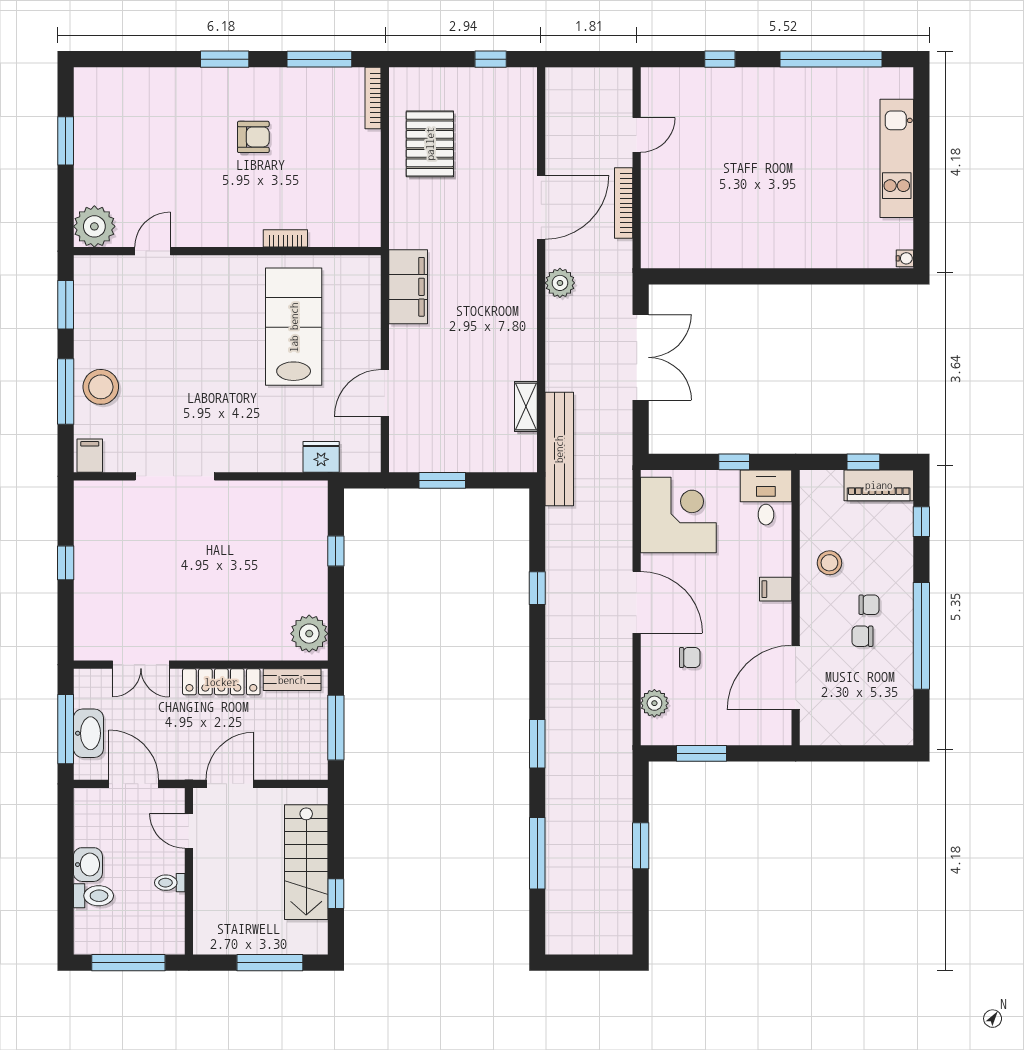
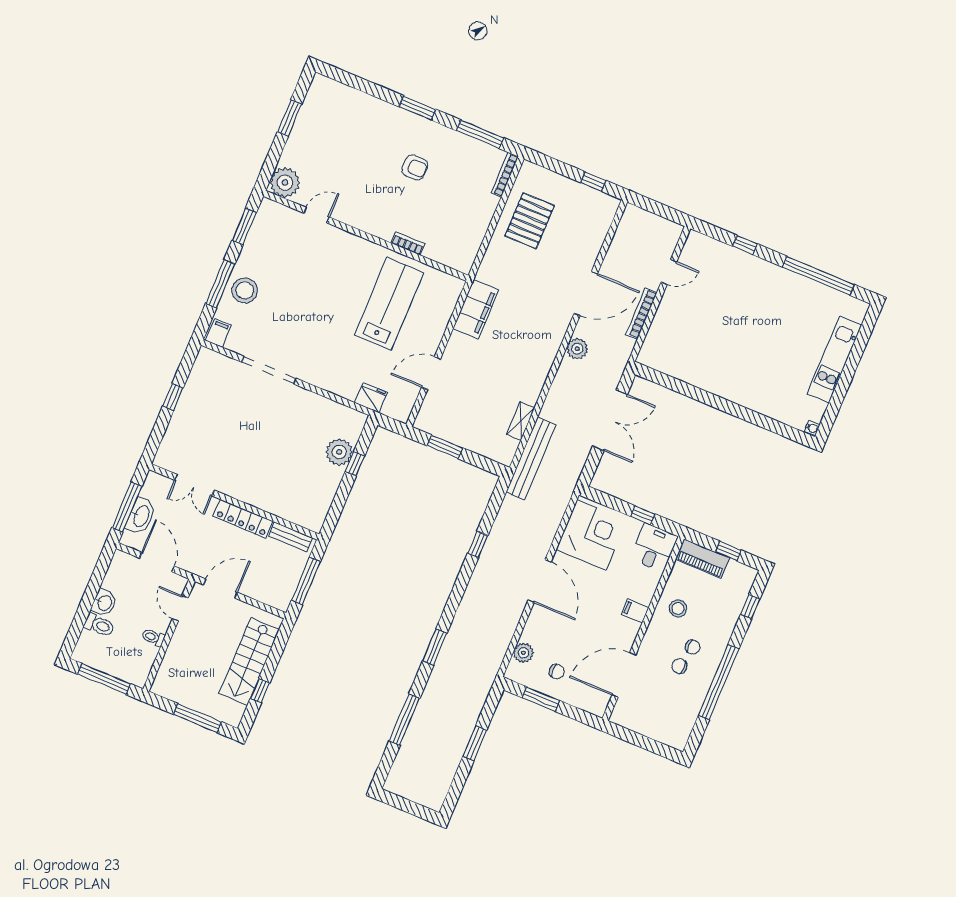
piano: (879, 485) -> (703, 558), moved
plant: (309, 634) -> (339, 452), moved
chair: (690, 658) -> (557, 672), moved

